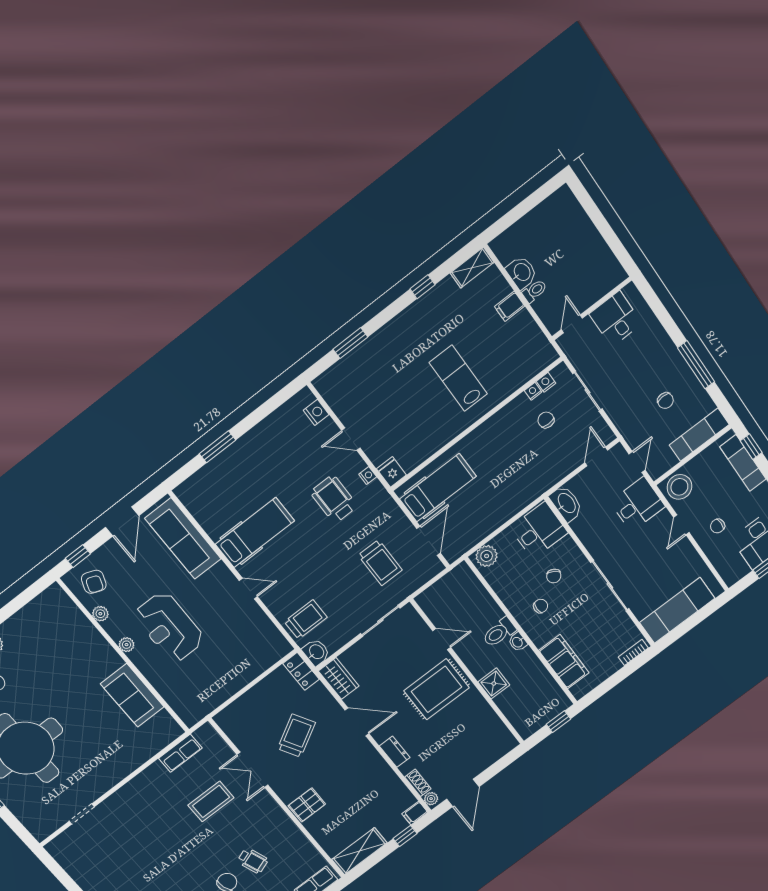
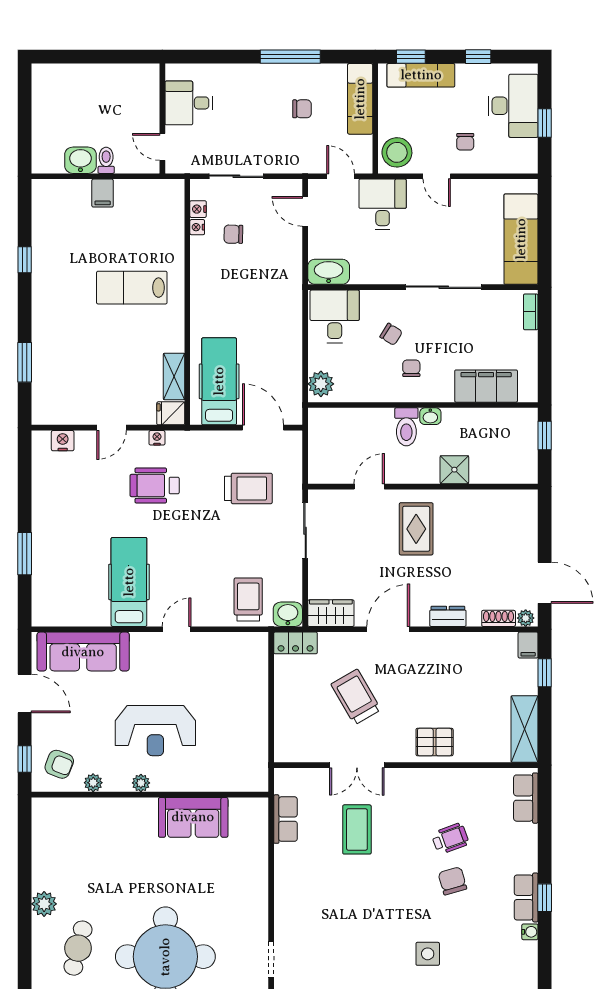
shelving: (472, 268) -> (174, 376), moved
rug: (437, 689) -> (416, 529), width x0.73, depth x0.70
pallet: (307, 805) -> (435, 742), turned 90

